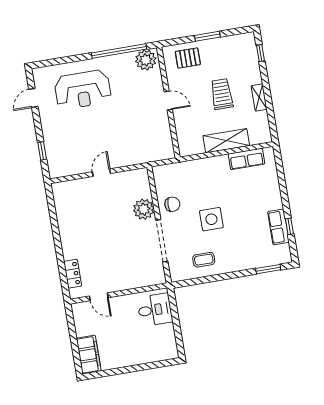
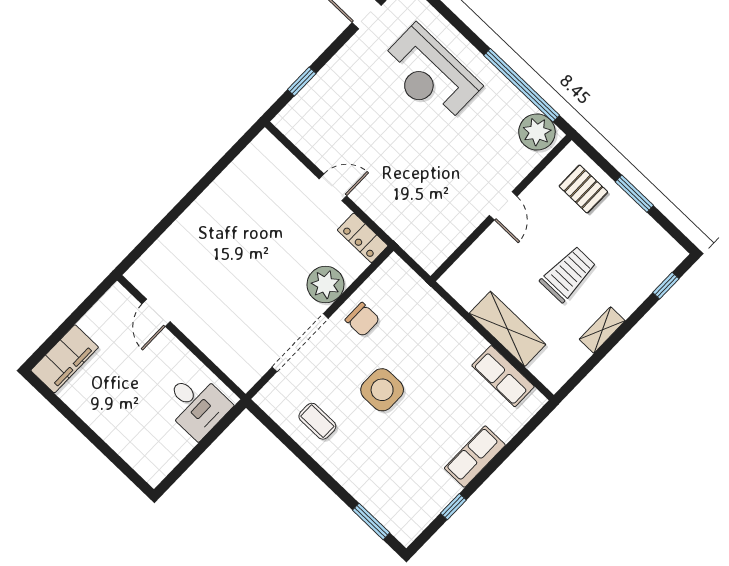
row of seats: (278, 227) -> (475, 457), moved
locker: (73, 274) -> (363, 238), moved, turned 90

